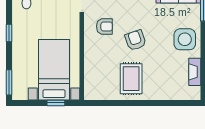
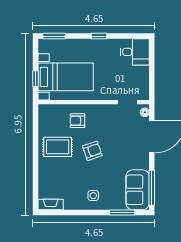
armchair: (104, 26) -> (78, 121), moved, turned 90
side table: (185, 39) -> (93, 196), width x0.54, depth x0.54
fireplace: (195, 72) -> (51, 205), moved

